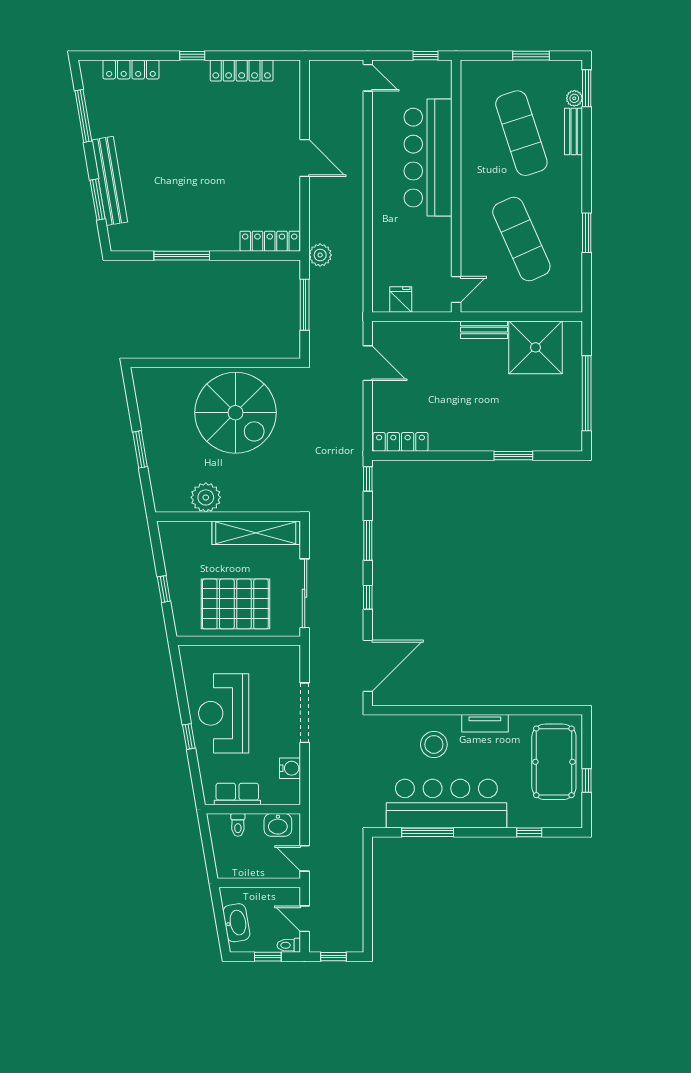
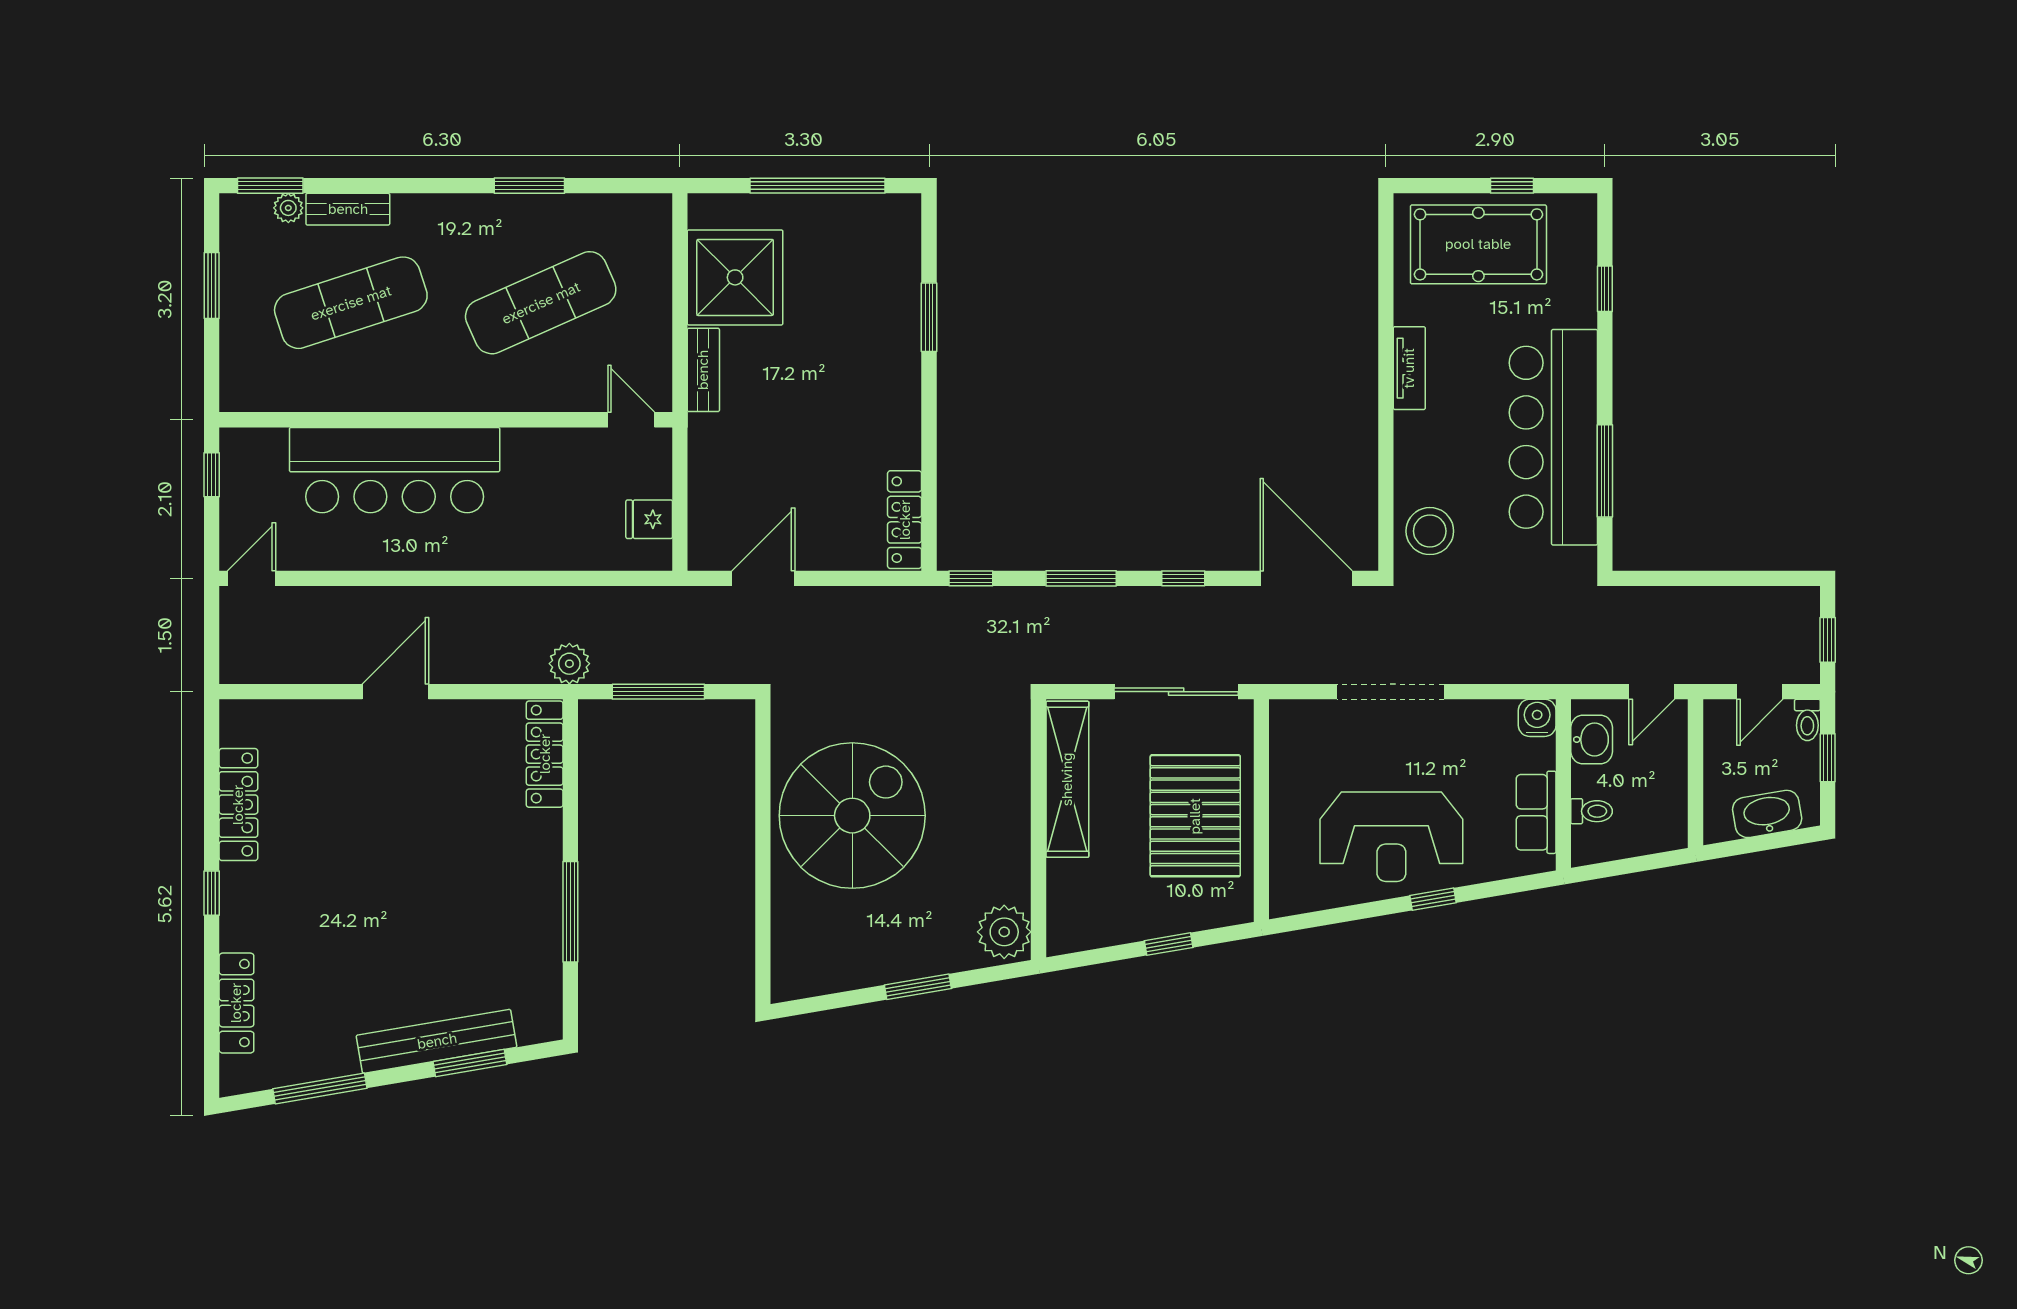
plant: (206, 497) -> (1004, 932), moved
stool: (434, 744) -> (1430, 531), moved
water cooler: (290, 768) -> (1537, 718), moved

